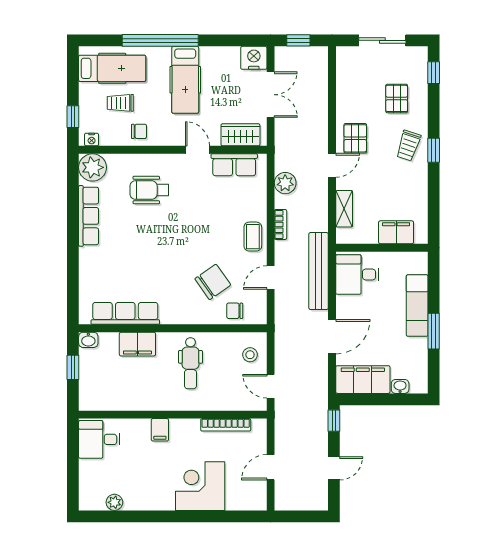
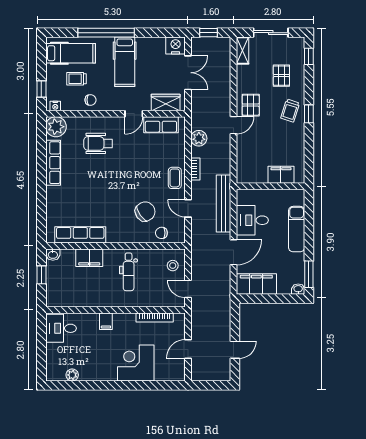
door: (197, 150) -> (134, 114), swing flipped
shelving: (344, 209) -> (242, 51), moved
desk: (357, 274) -> (252, 220), moved
door: (271, 278) -> (188, 208), hinge flipped
window: (434, 331) -> (309, 274), moved
washbasin: (400, 386) -> (298, 289), moved
window: (334, 421) -> (235, 314), removed

